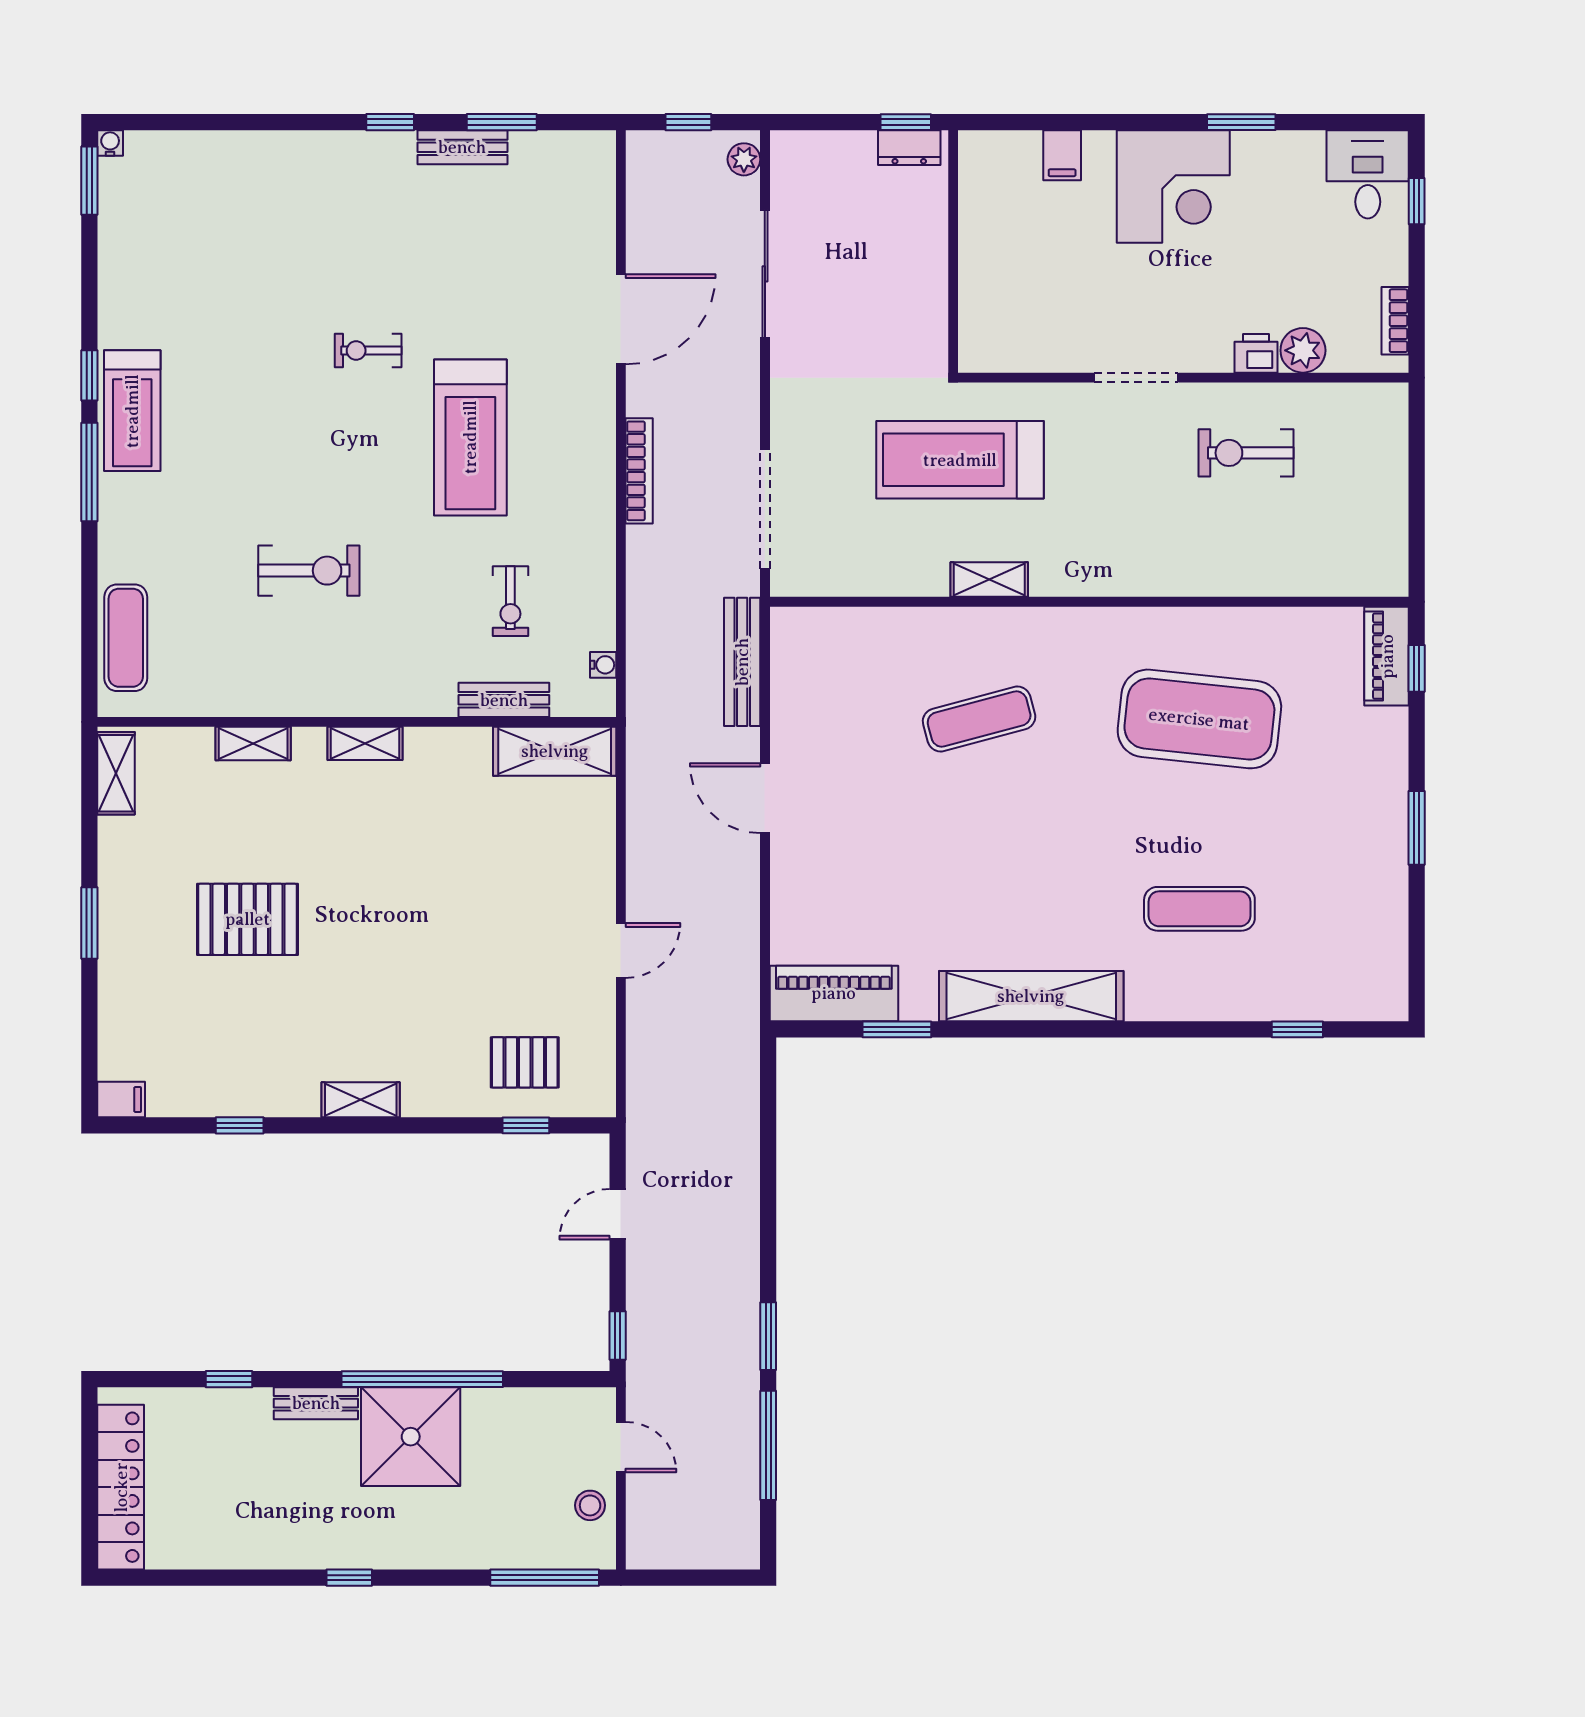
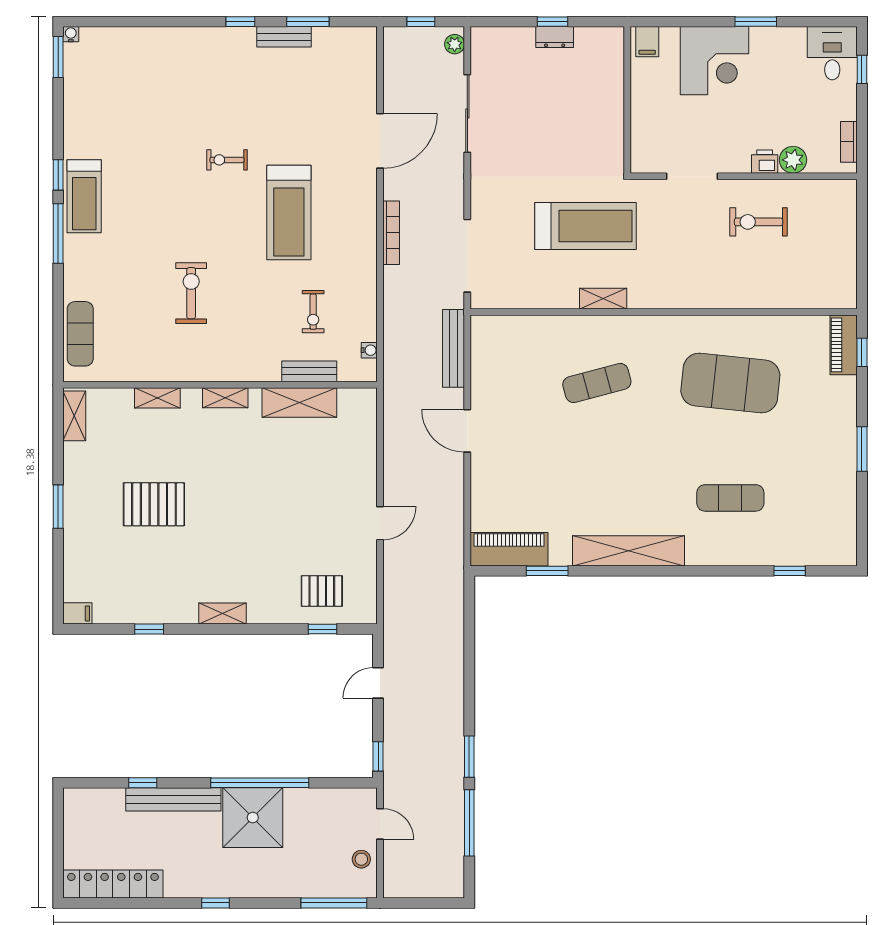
wall: (953, 251) -> (627, 100), moved
treadmill: (960, 460) -> (585, 226), turned 180
exercise bike: (309, 571) -> (191, 293), turned -90
shelving: (555, 751) -> (299, 403), moved
bench: (316, 1403) -> (173, 799), width x1.86, depth x1.21
locker: (121, 1487) -> (113, 884), moved, turned -90

